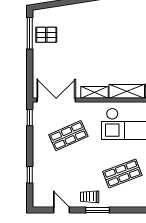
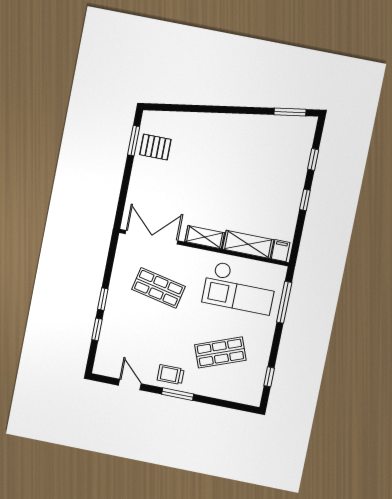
window: (30, 33) -> (134, 141), width x0.69
window: (30, 118) -> (103, 299), moved
shop shelf: (68, 136) -> (158, 288), turned 36

